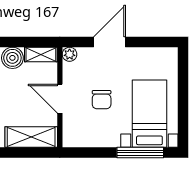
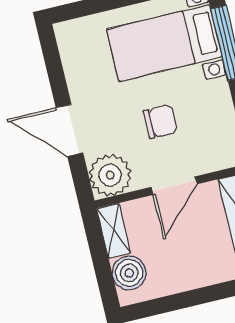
plant: (70, 54) -> (110, 175), width x1.88, depth x1.88

